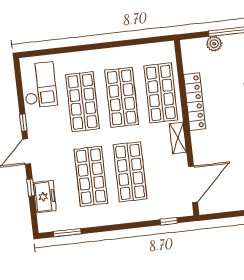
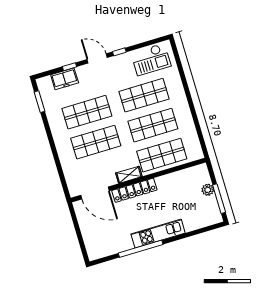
locker: (195, 102) -> (134, 190), moved
window: (169, 221) -> (63, 179), removed

